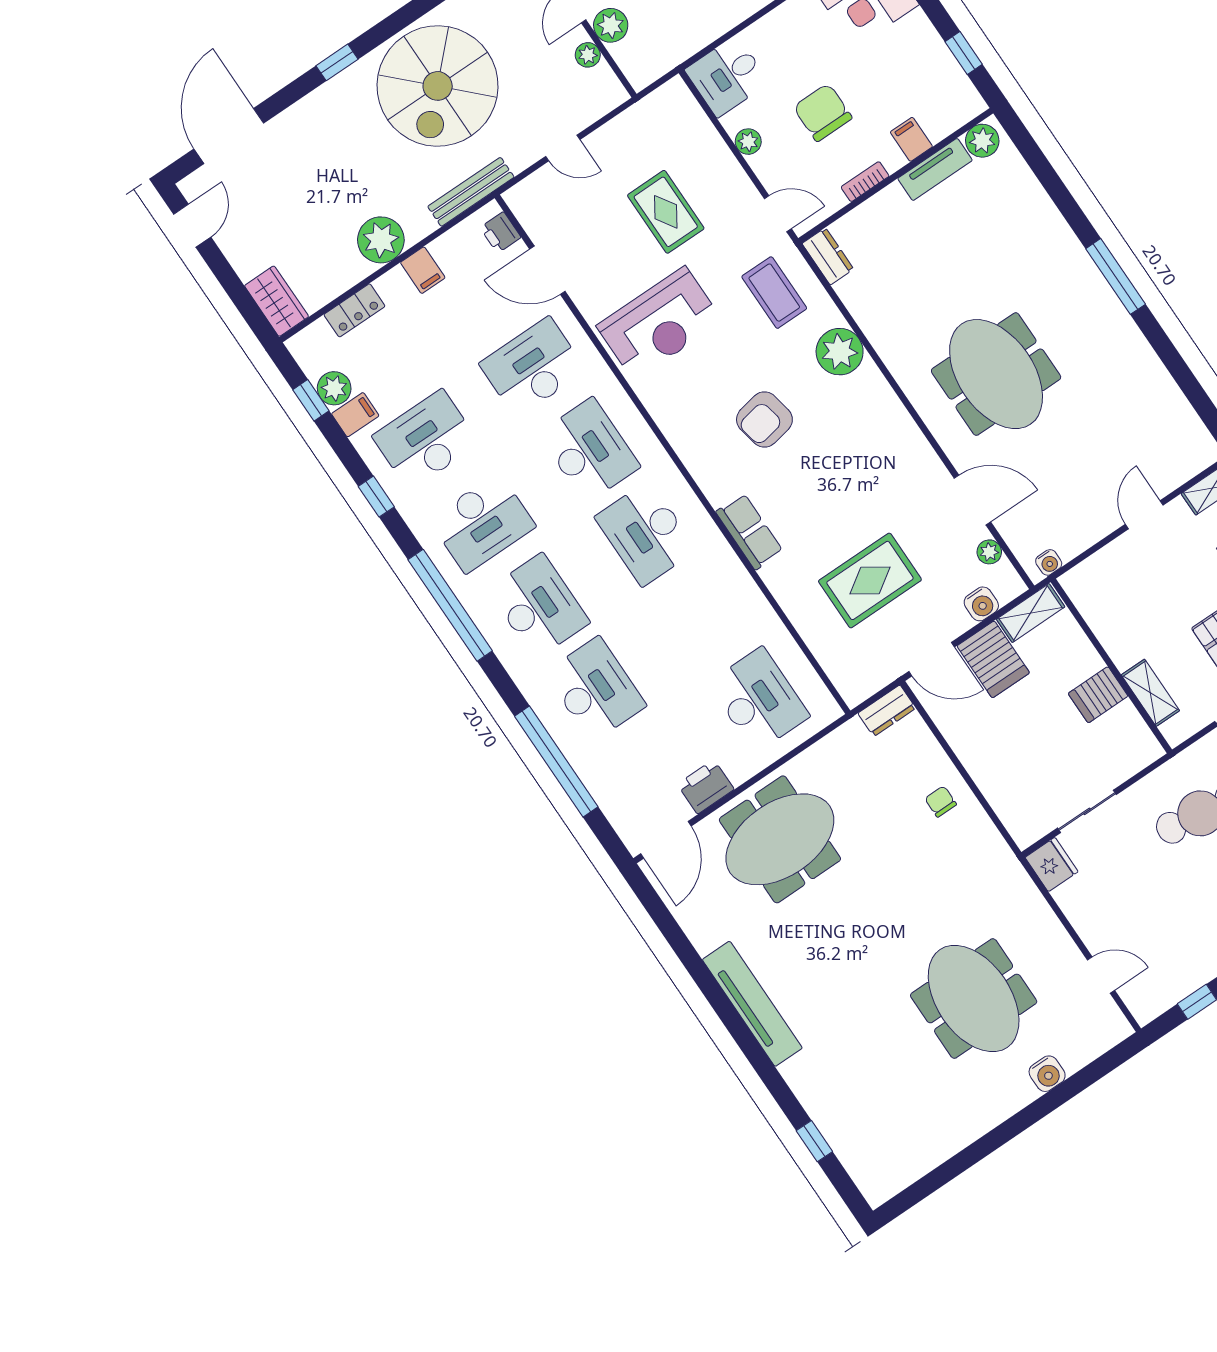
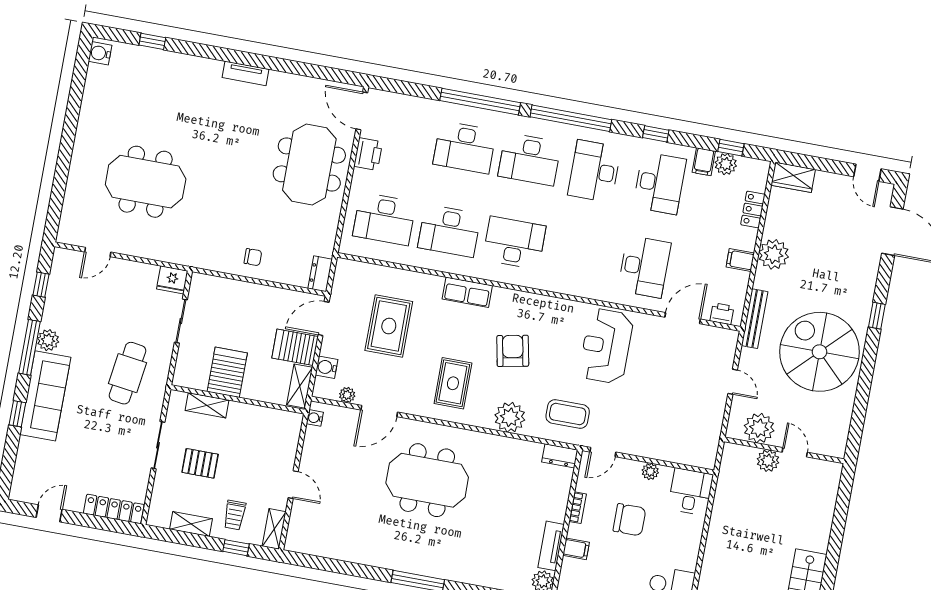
plant: (588, 55) -> (759, 428), width x1.87, depth x1.87
door: (563, 148) -> (733, 382), swing flipped
rug: (666, 212) -> (453, 383), moved, turned 90
desk: (589, 450) -> (449, 231), moved
server rack: (1098, 695) -> (227, 372), width x1.36, depth x1.44
window: (556, 761) -> (480, 102), moved
tv unit: (752, 1004) -> (246, 73), width x0.52, depth x0.78
water cooler: (1047, 1074) -> (100, 53), moved

